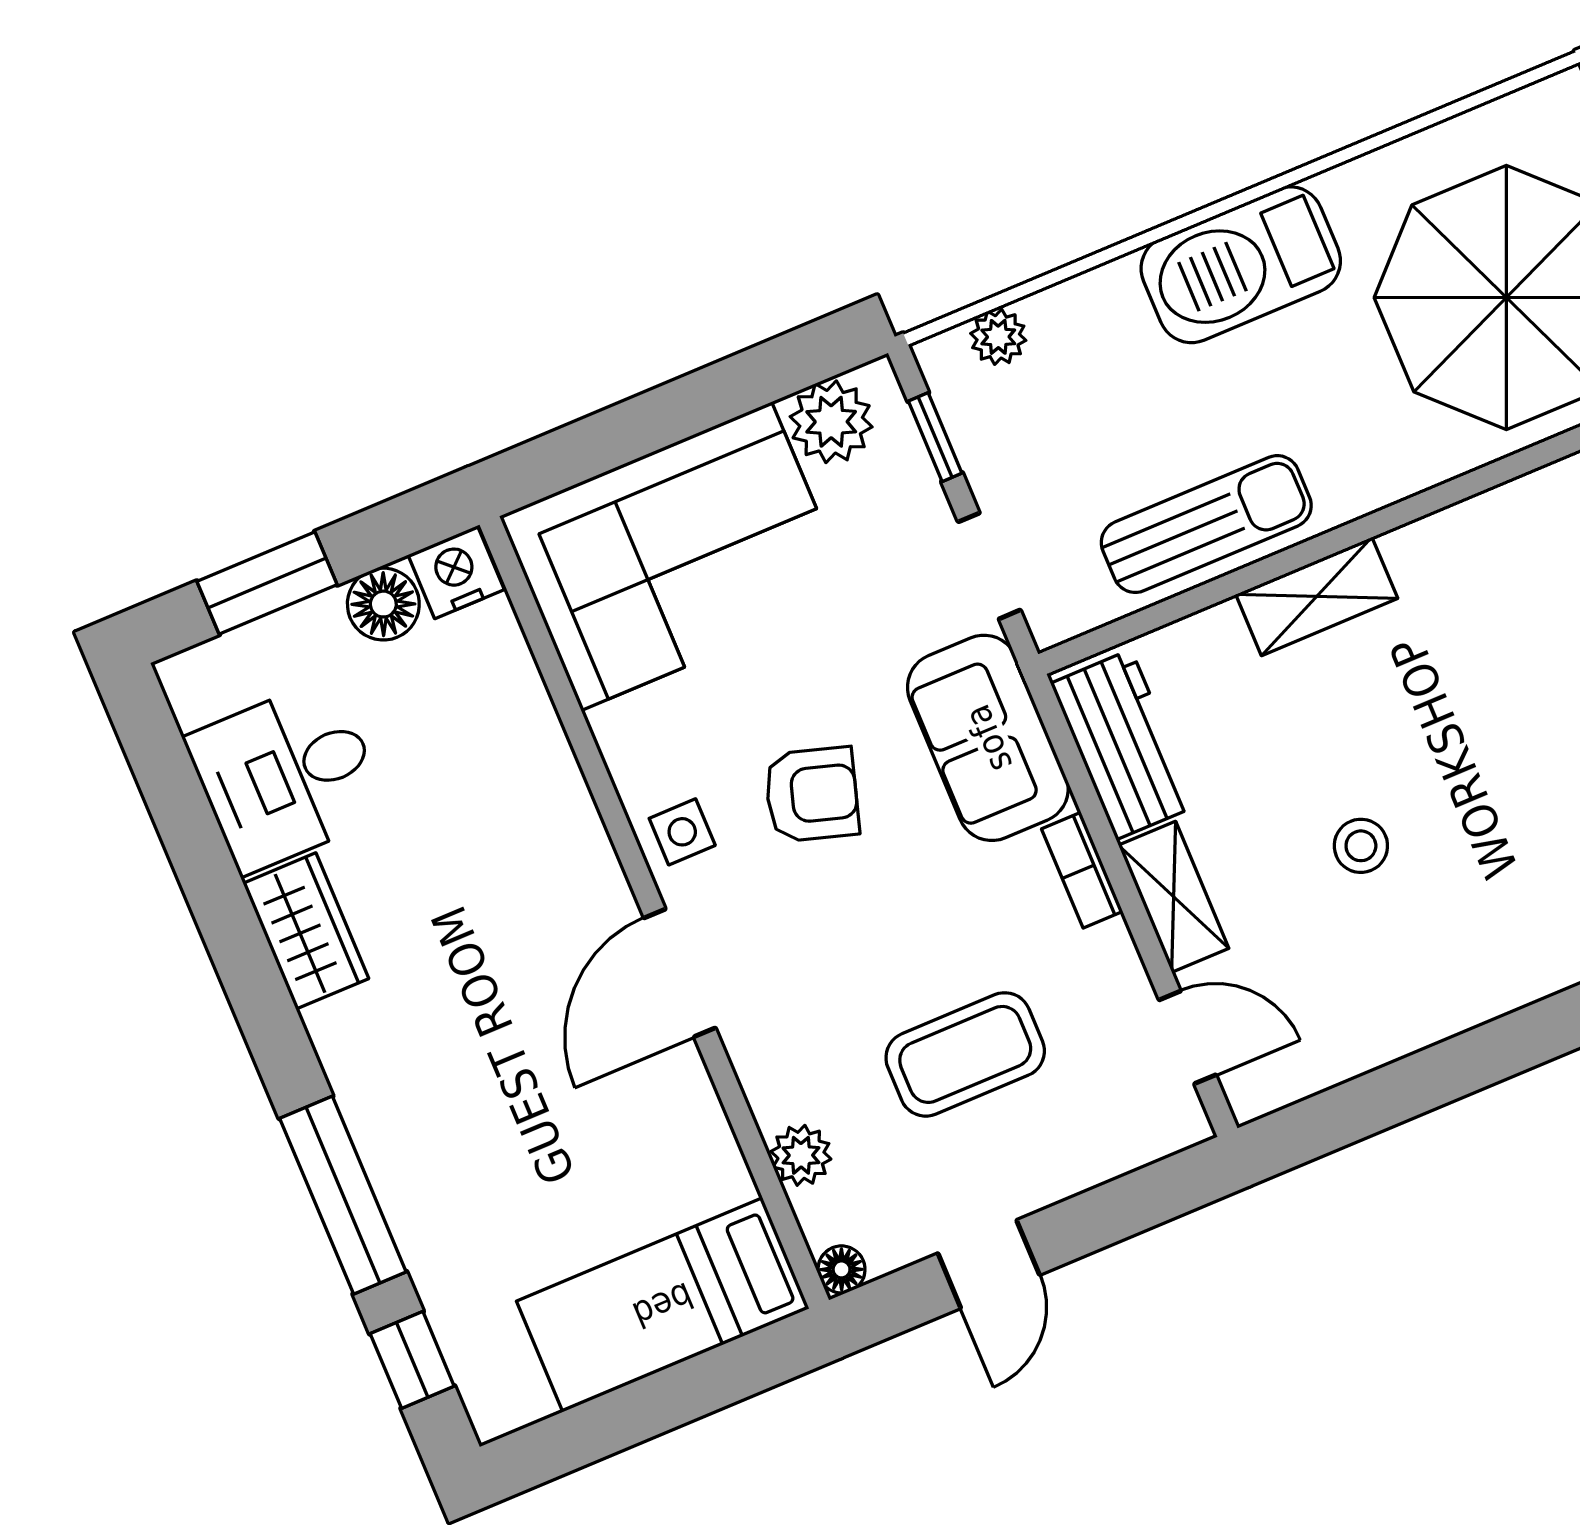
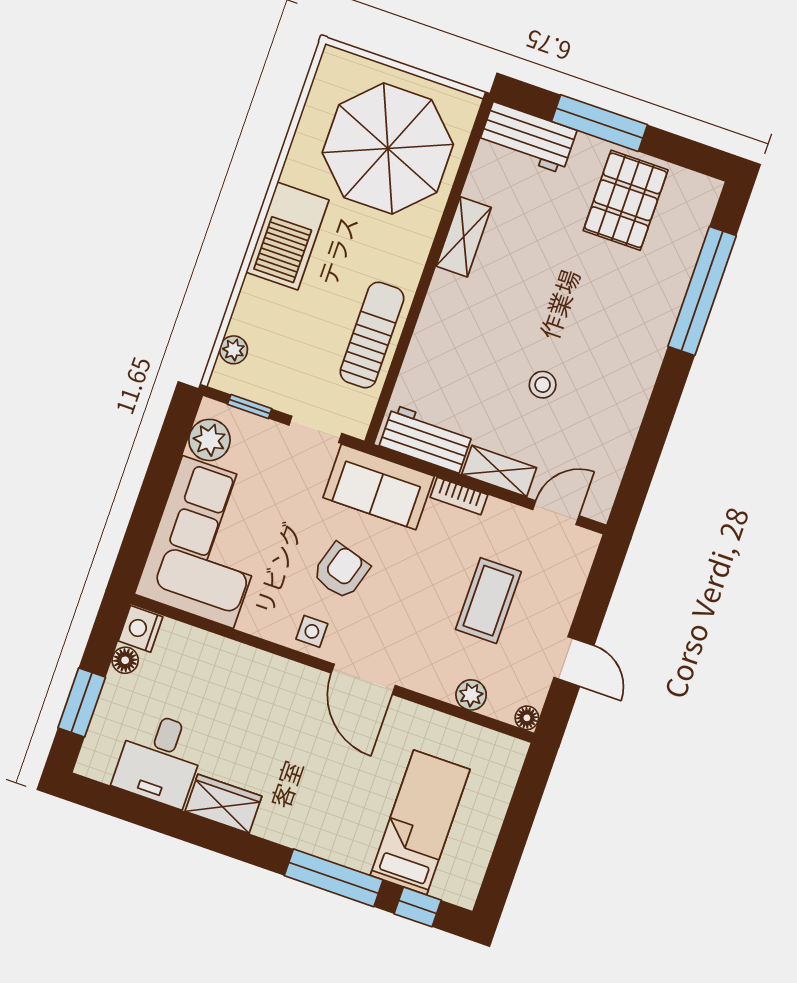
shelving: (1317, 596) -> (464, 237), moved
floor lamp: (383, 604) -> (125, 660), width x0.73, depth x0.73
bed: (663, 1305) -> (420, 822), moved, turned 180

